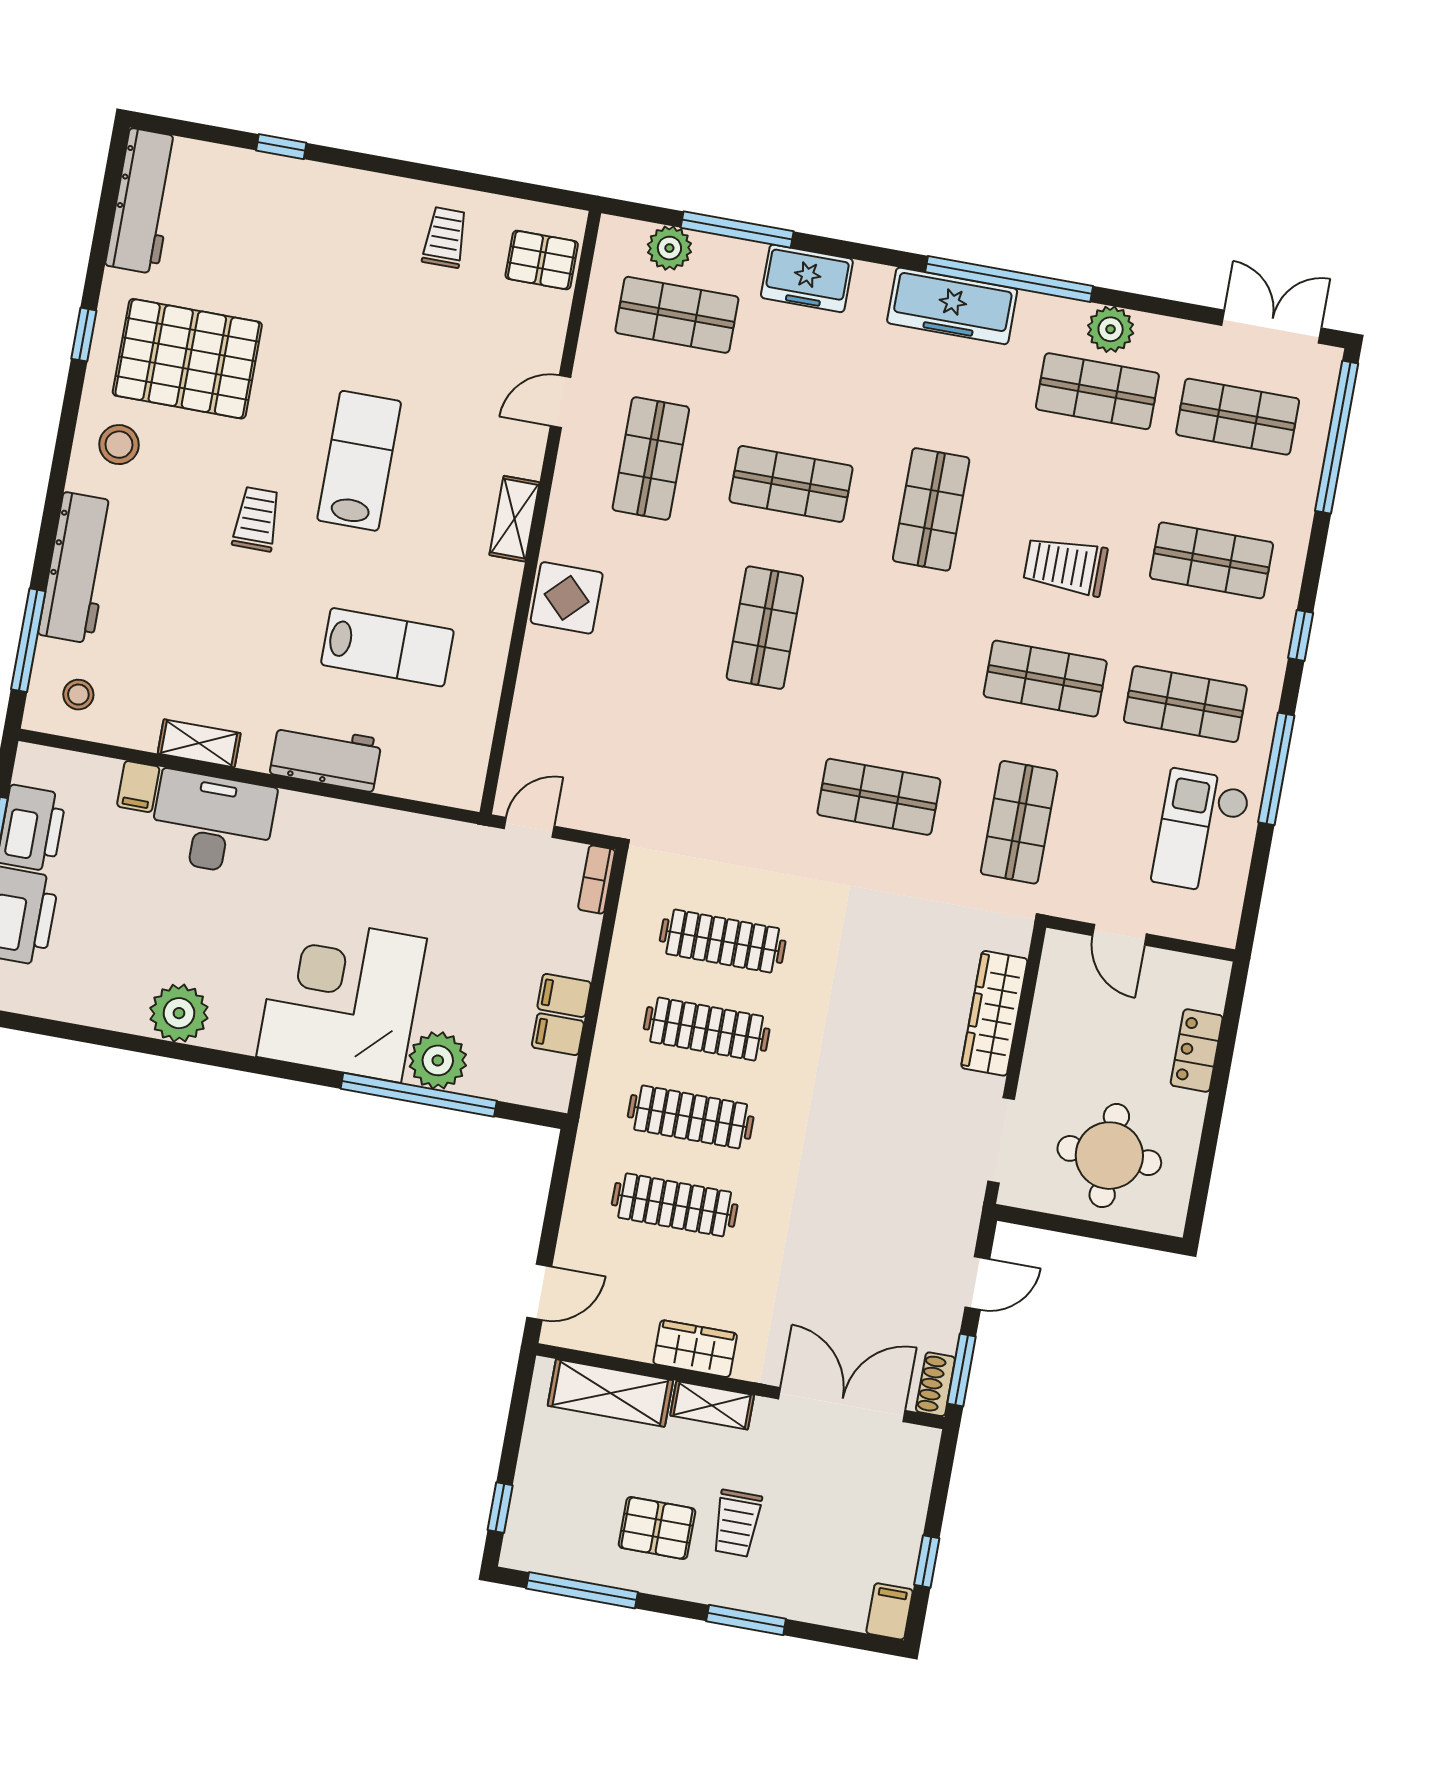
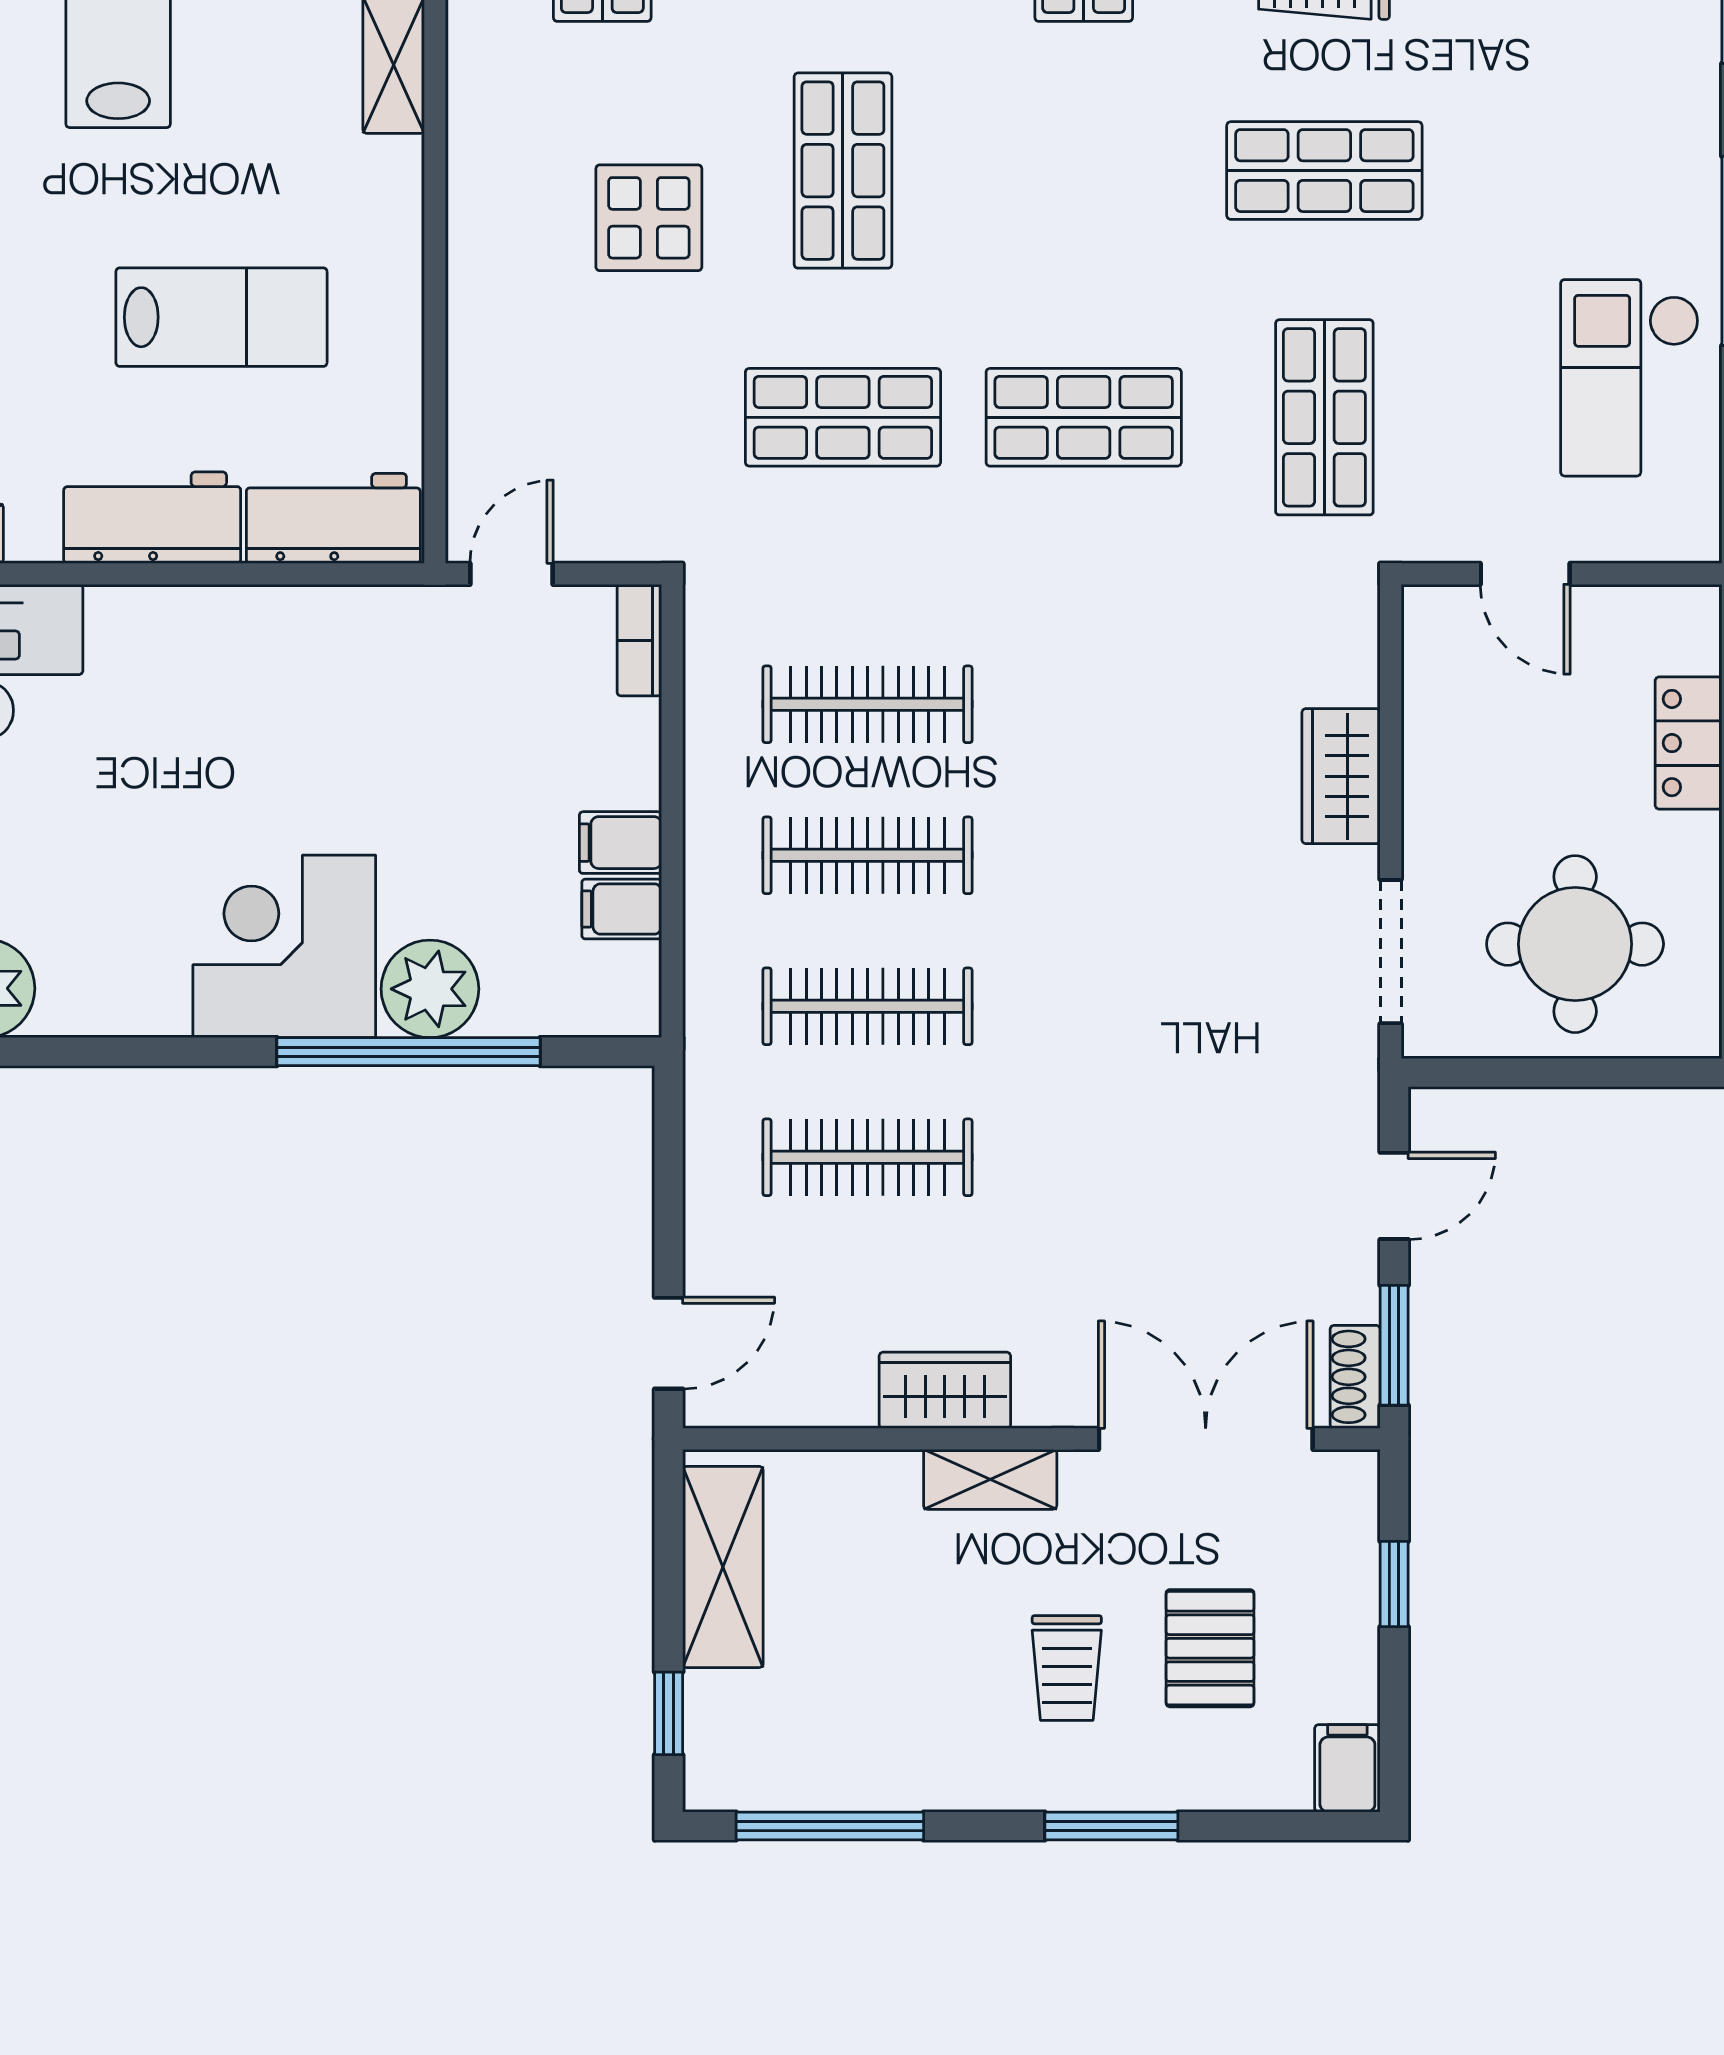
display table: (567, 598) -> (649, 218), moved
shop shelf: (1185, 704) -> (843, 417), moved
workbench: (431, 776) -> (333, 518), added
corner desk: (342, 998) -> (284, 946), width x0.74, depth x0.74
wardrobe: (994, 1013) -> (1341, 776), width x0.67
shelving: (610, 1393) -> (723, 1567), moved, turned 90
pallet: (657, 1528) -> (1210, 1648), moved, turned 90
window: (927, 1561) -> (1394, 1584), moved

